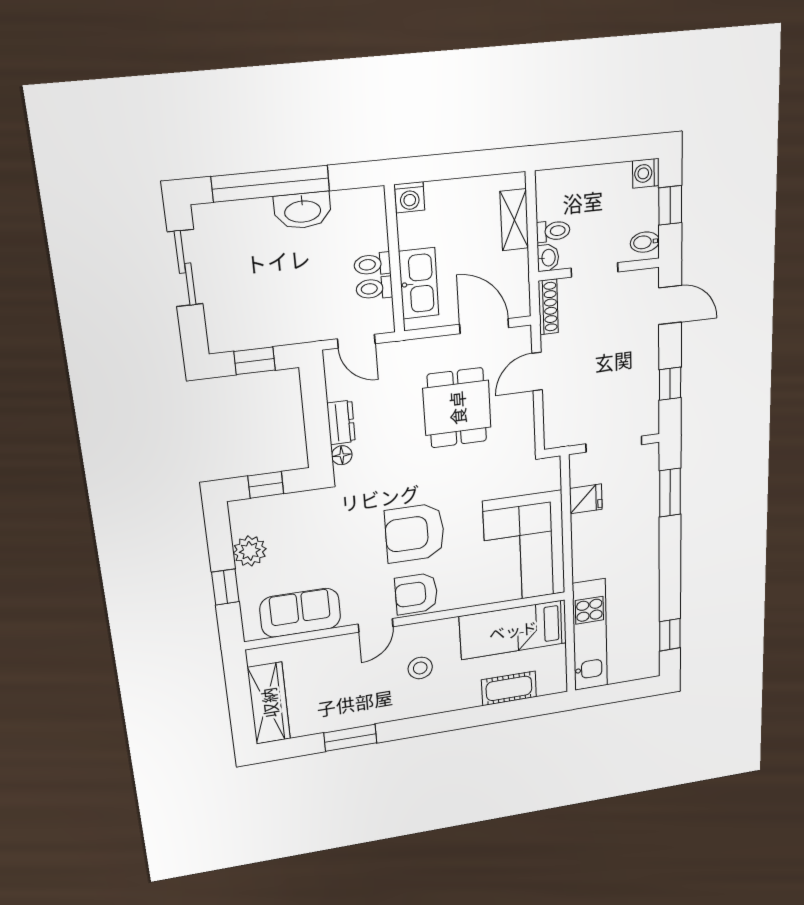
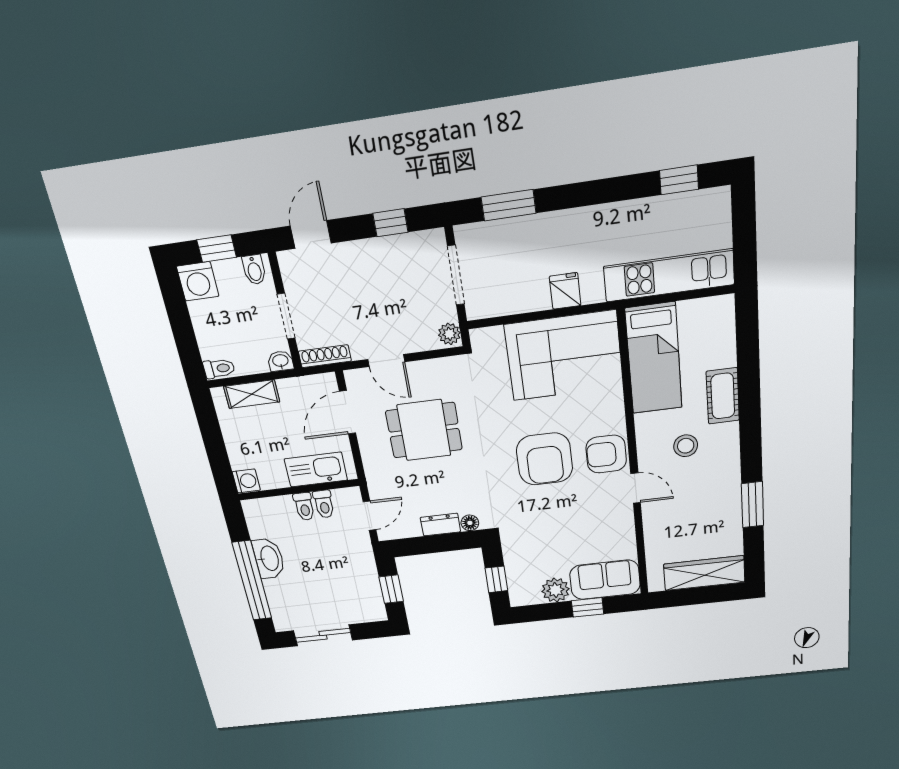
washing machine: (646, 173) -> (198, 281), width x1.38, depth x1.38
toilet: (553, 231) -> (219, 369), moved, turned 90
plant: (558, 437) -> (449, 334), added
fridge: (586, 499) -> (565, 291), moved
armchair: (416, 594) -> (606, 454), turned 90
sofa: (300, 613) -> (605, 580), moved, turned 90
cot: (509, 688) -> (723, 396), moved

